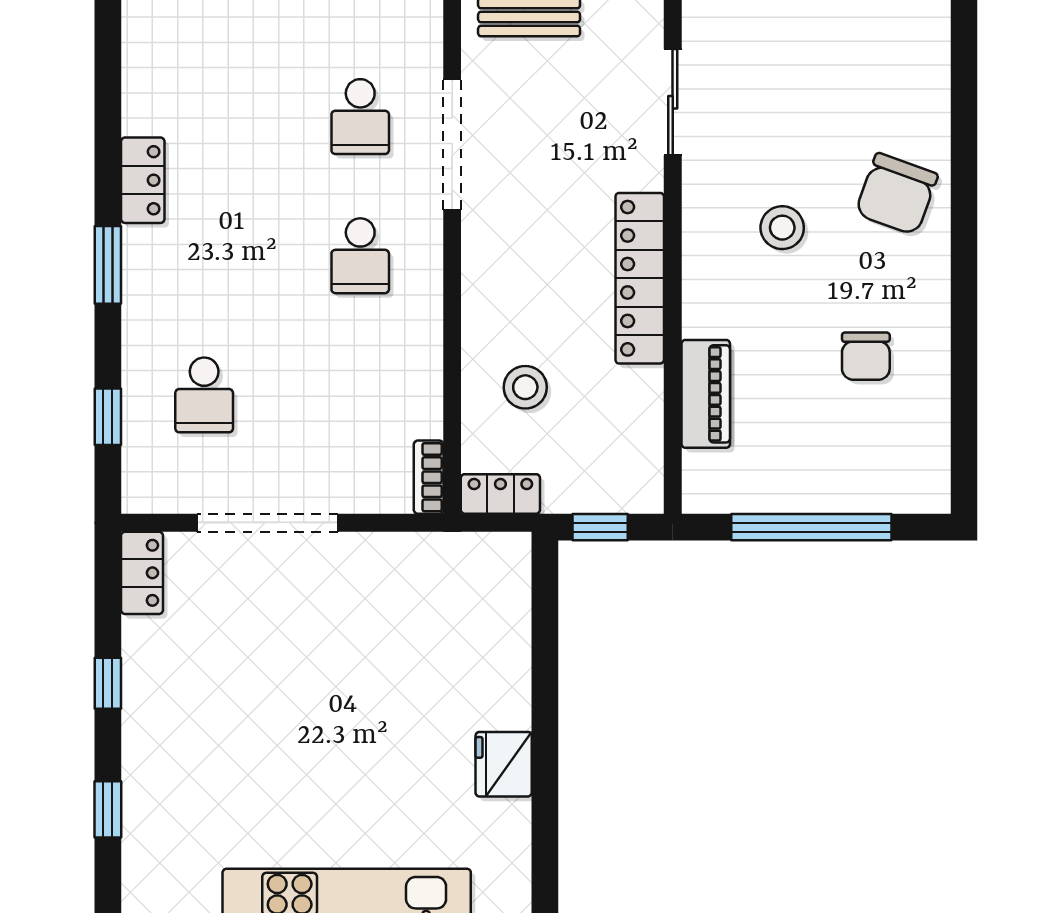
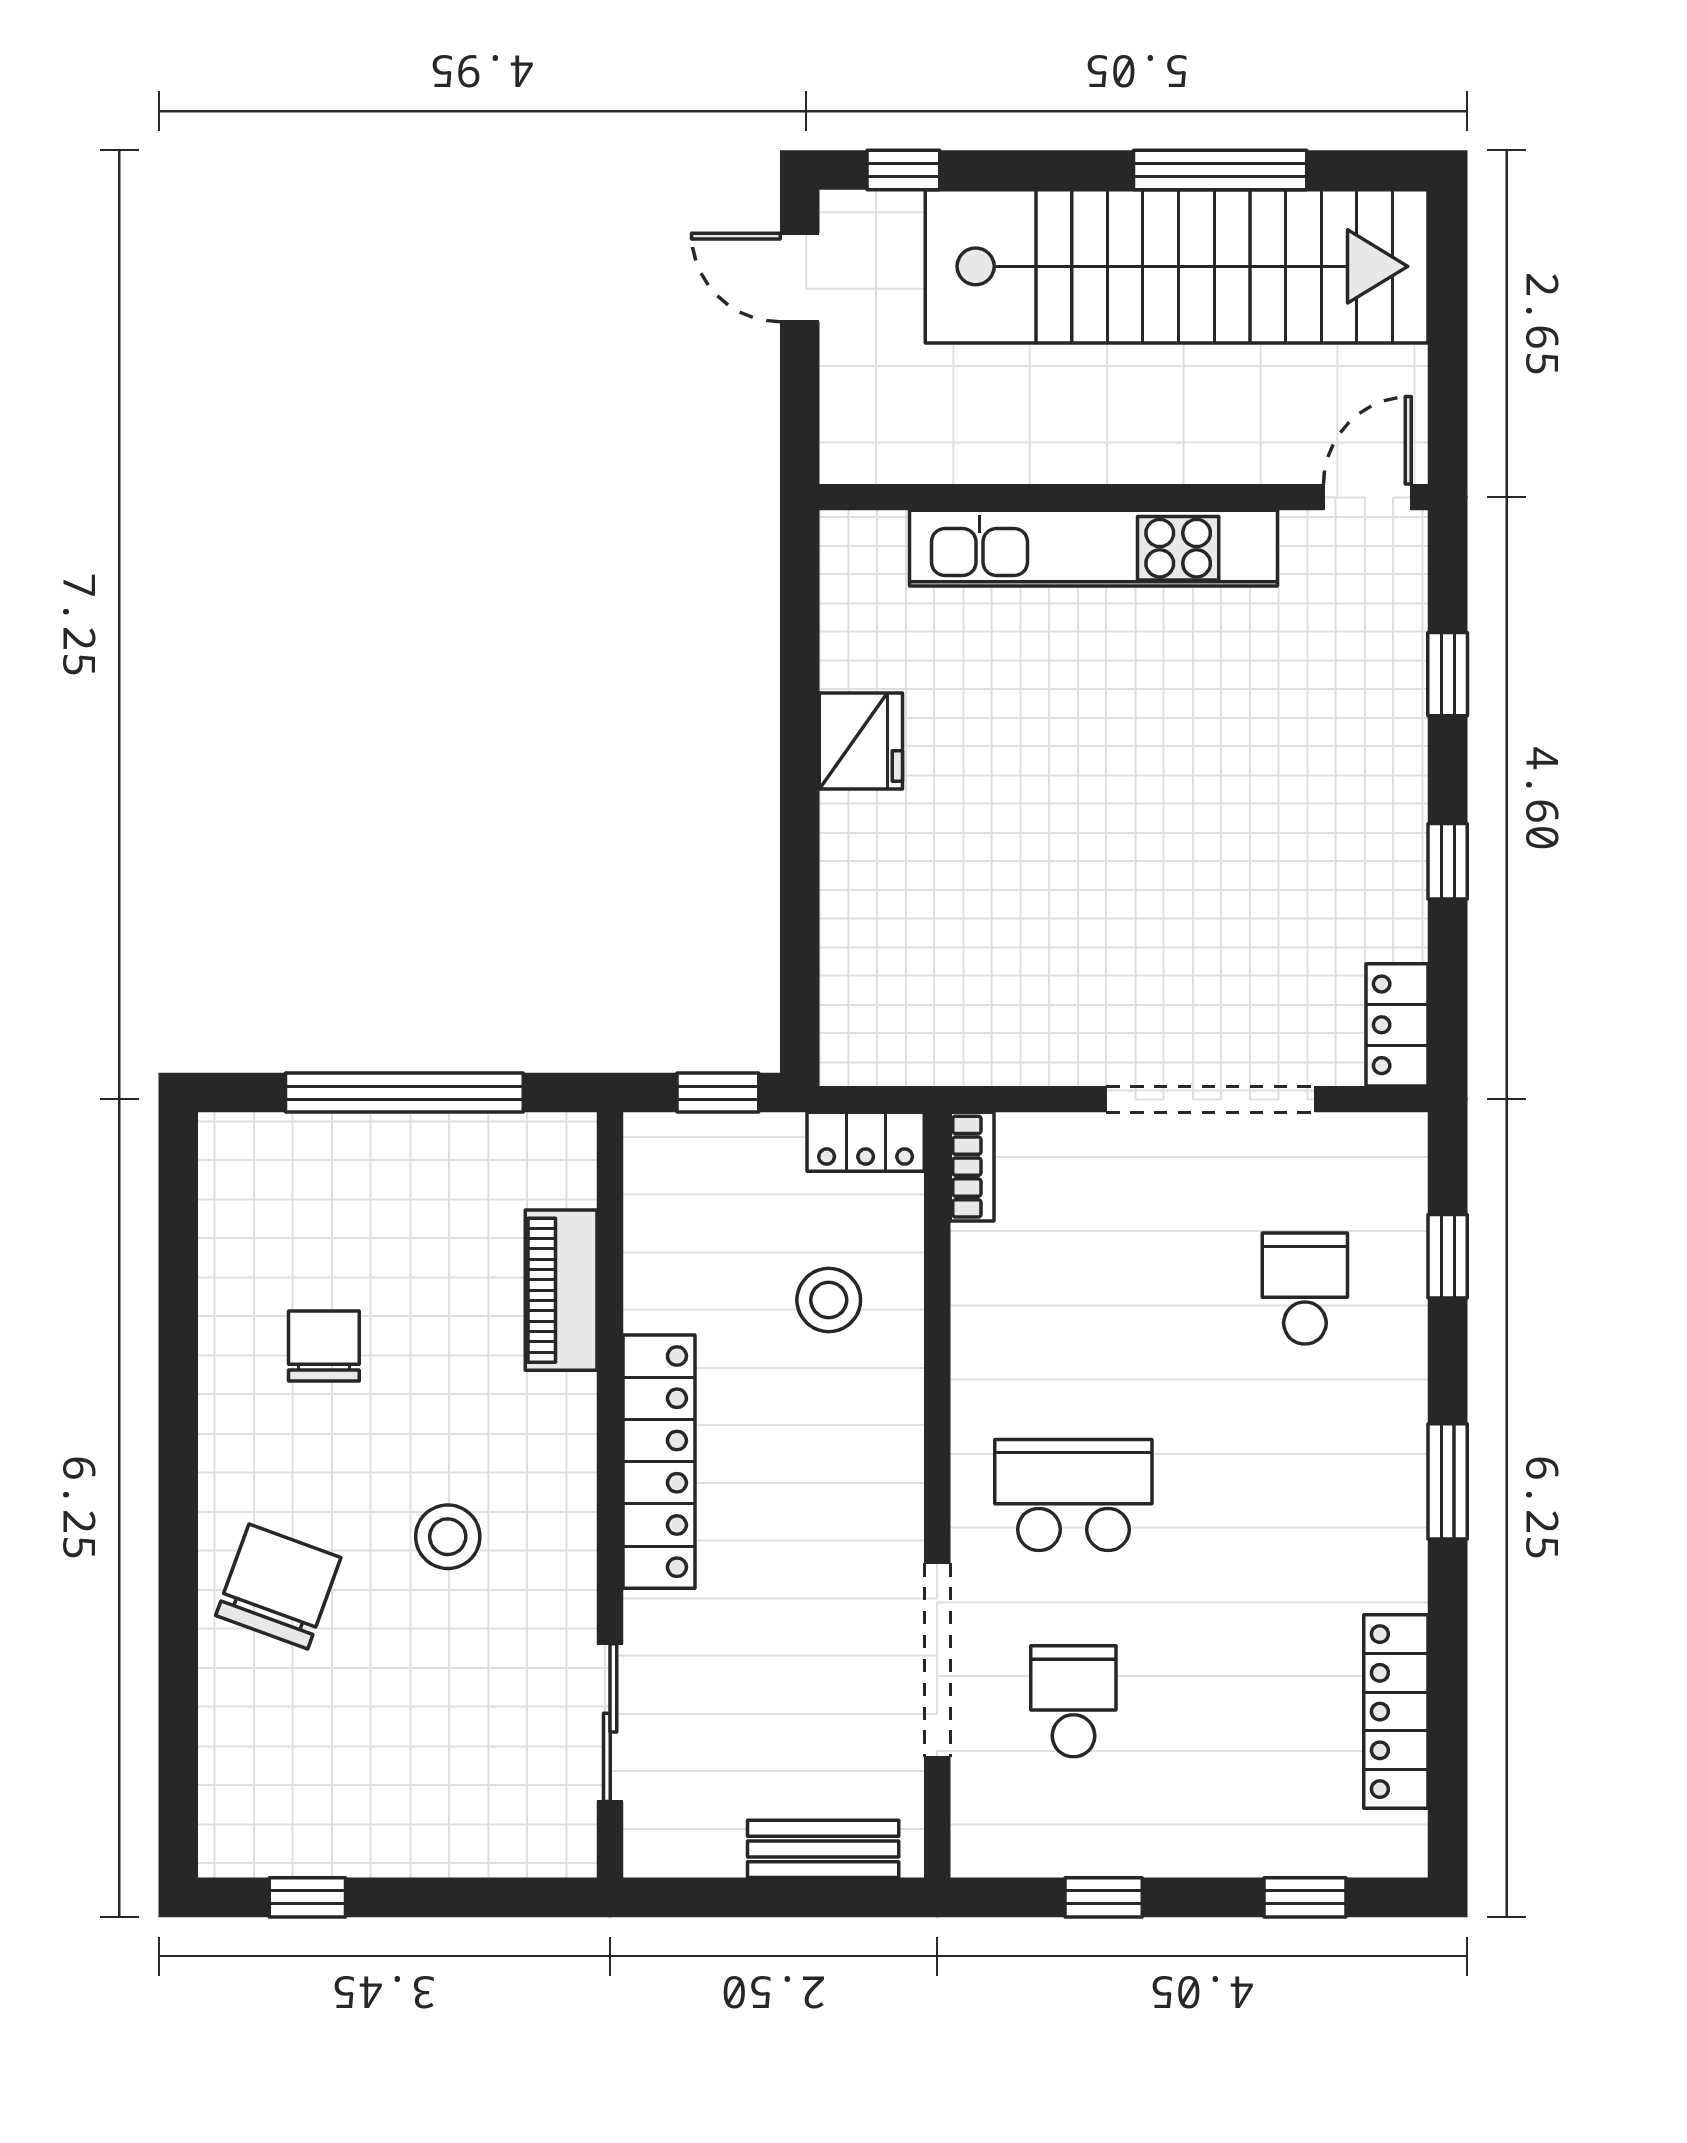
locker: (143, 180) -> (1396, 1712), moved, width x1.53
school desk: (360, 256) -> (1073, 1495), width x1.85

